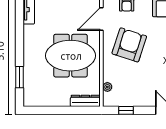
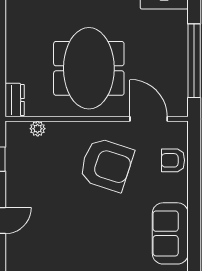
dresser: (85, 101) -> (15, 100), width x0.70

